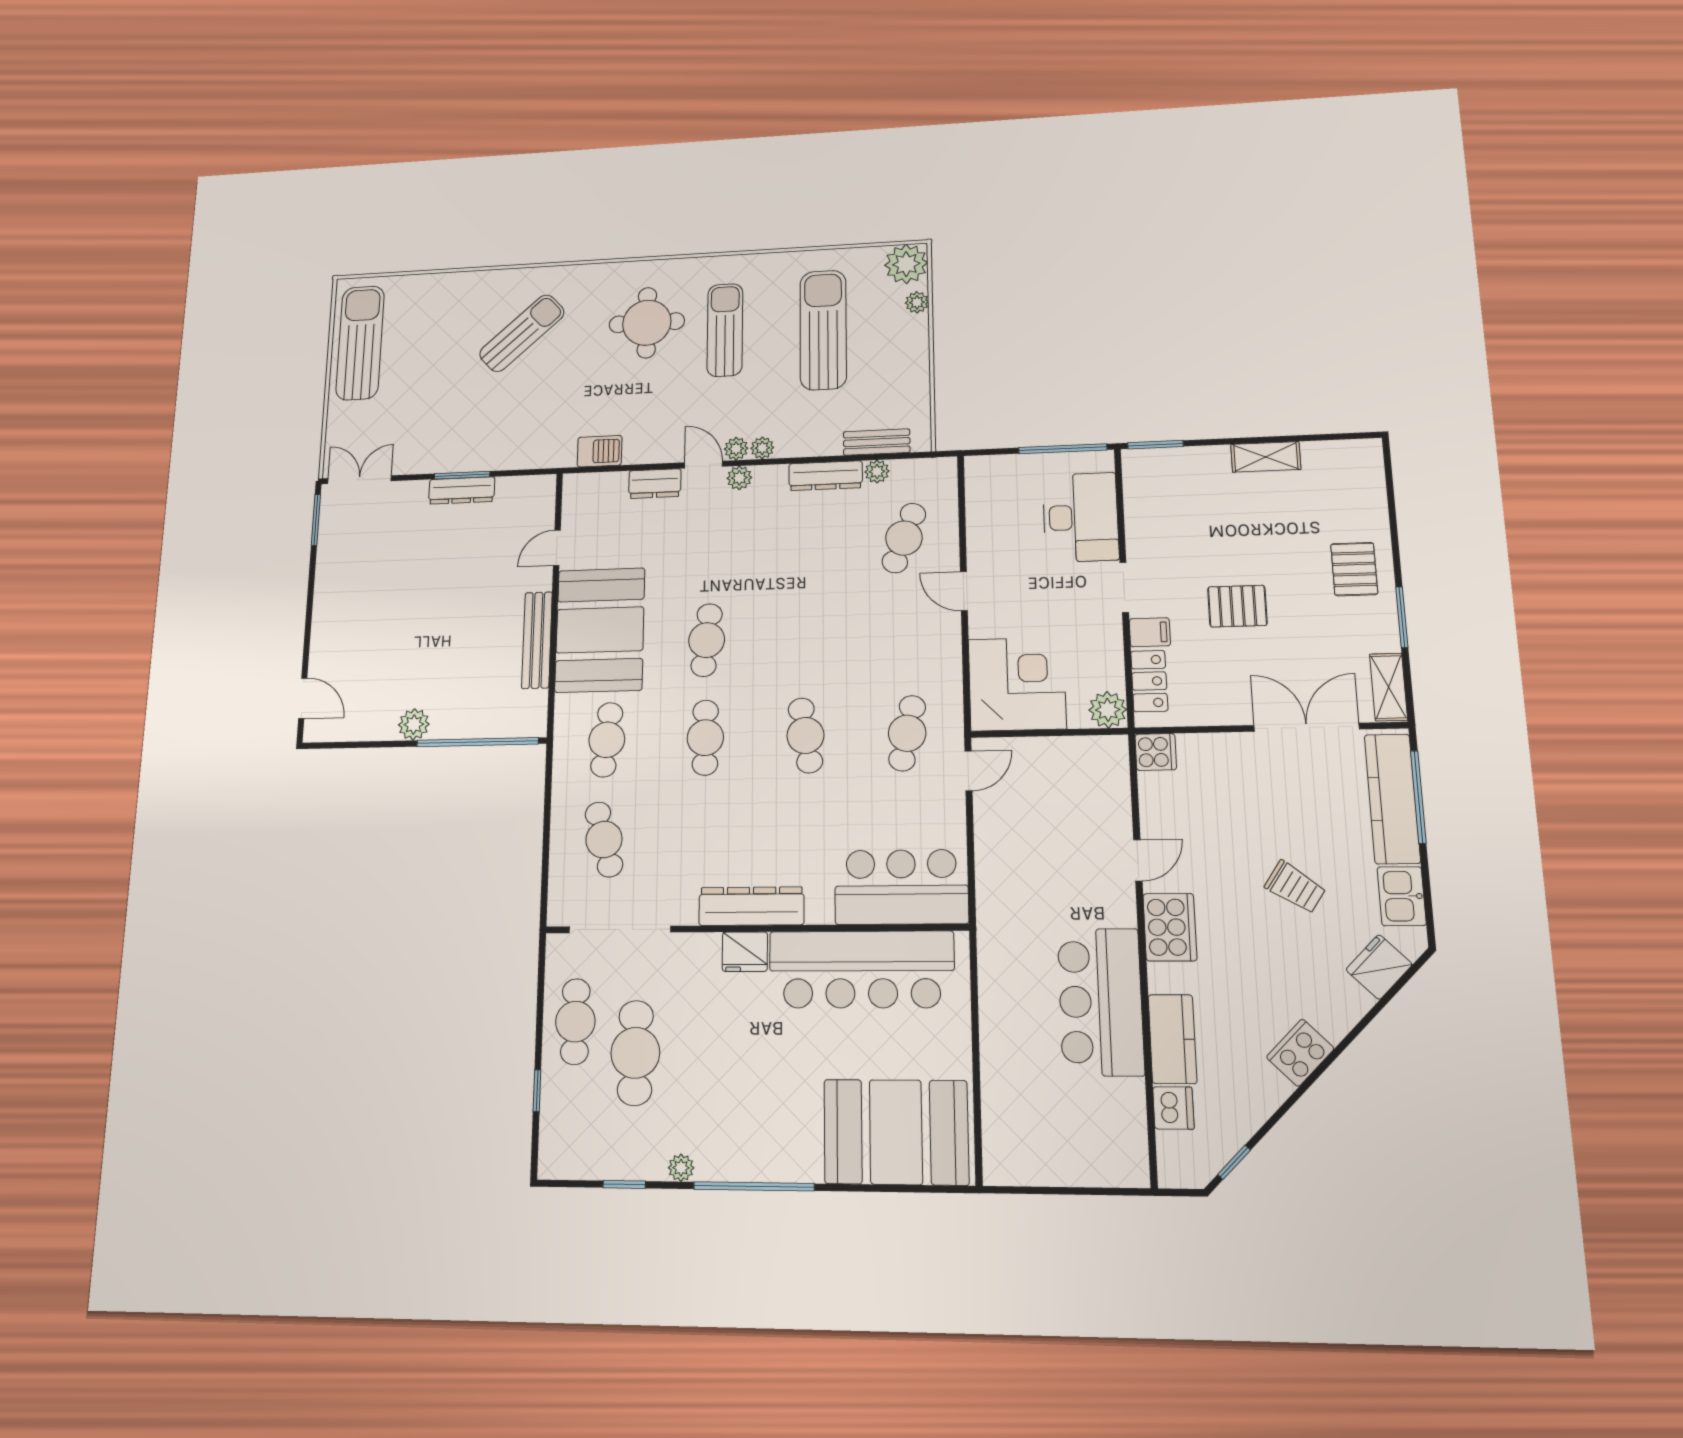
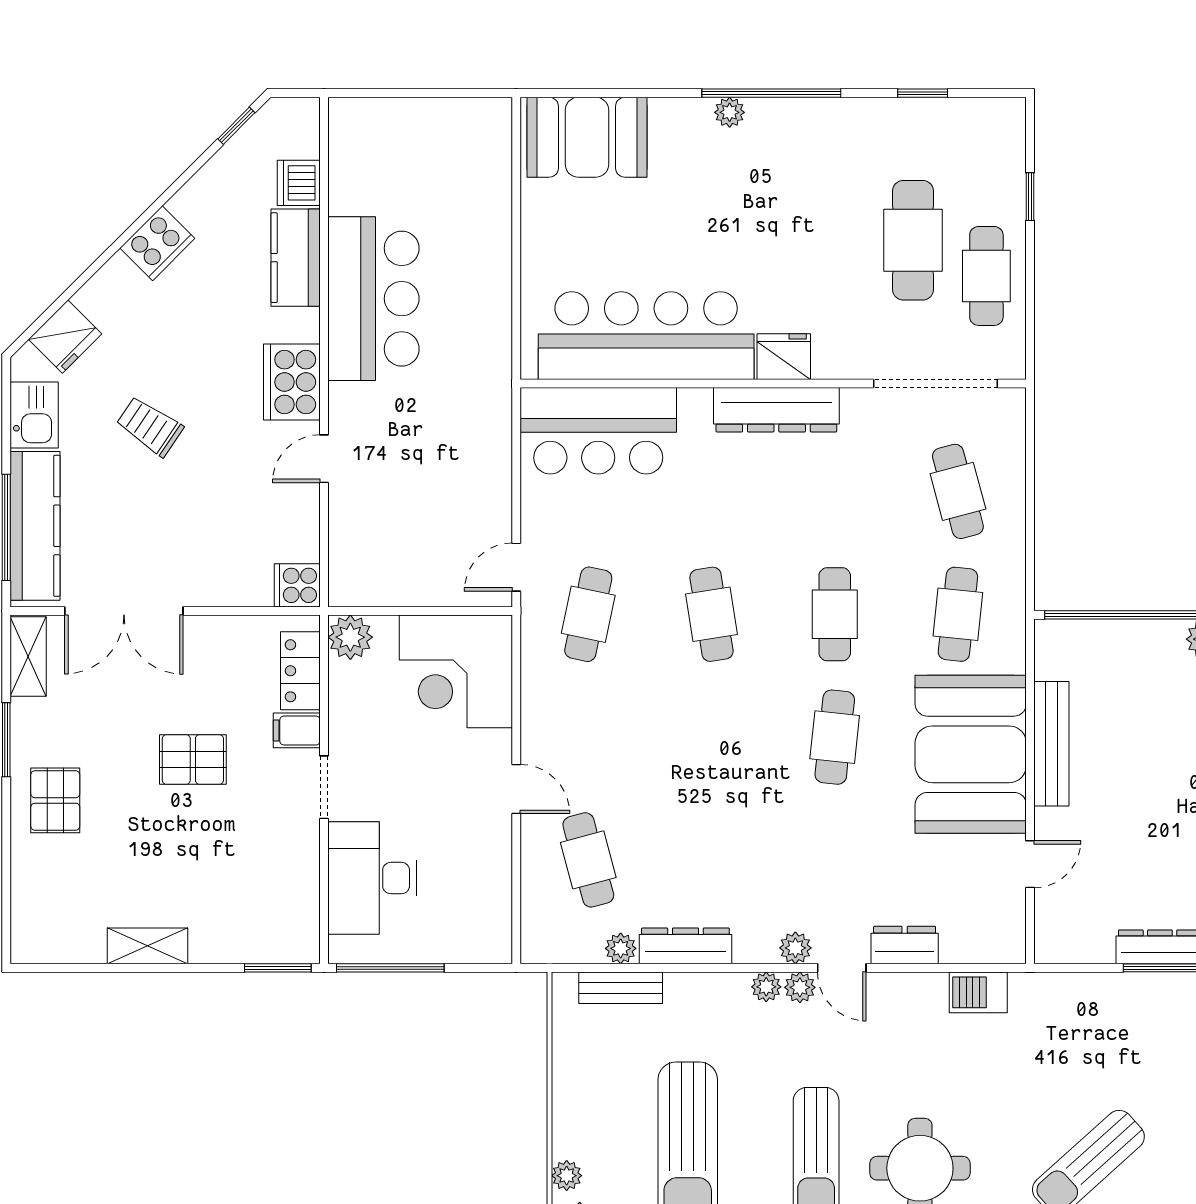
cafe table: (904, 538) -> (588, 860), turned -36
booth: (896, 1132) -> (587, 137), width x0.73, depth x0.70
plant: (681, 1168) -> (730, 112), moved

